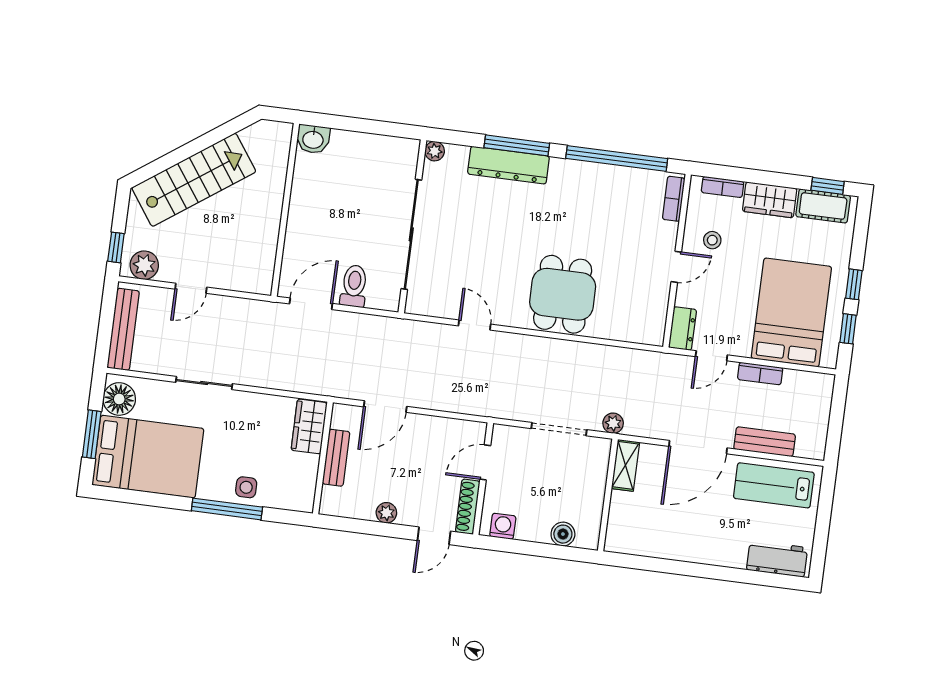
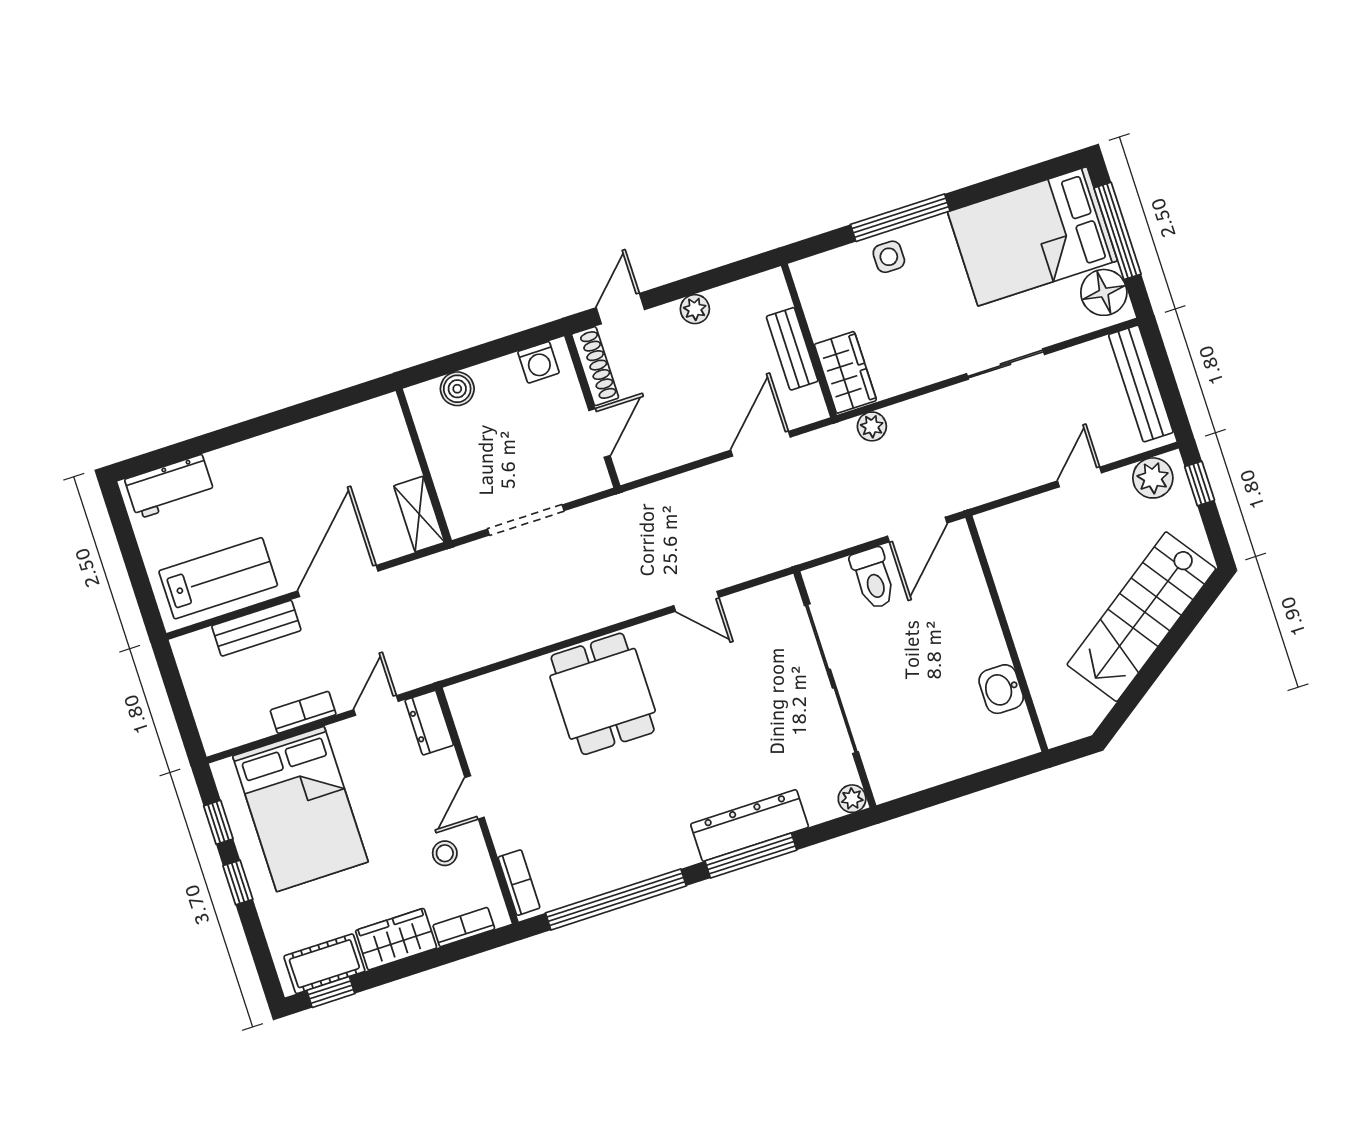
washbasin: (313, 139) -> (1001, 689), moved, turned -90
plant: (613, 423) -> (872, 426), moved
window: (92, 434) -> (1117, 231), width x1.44

